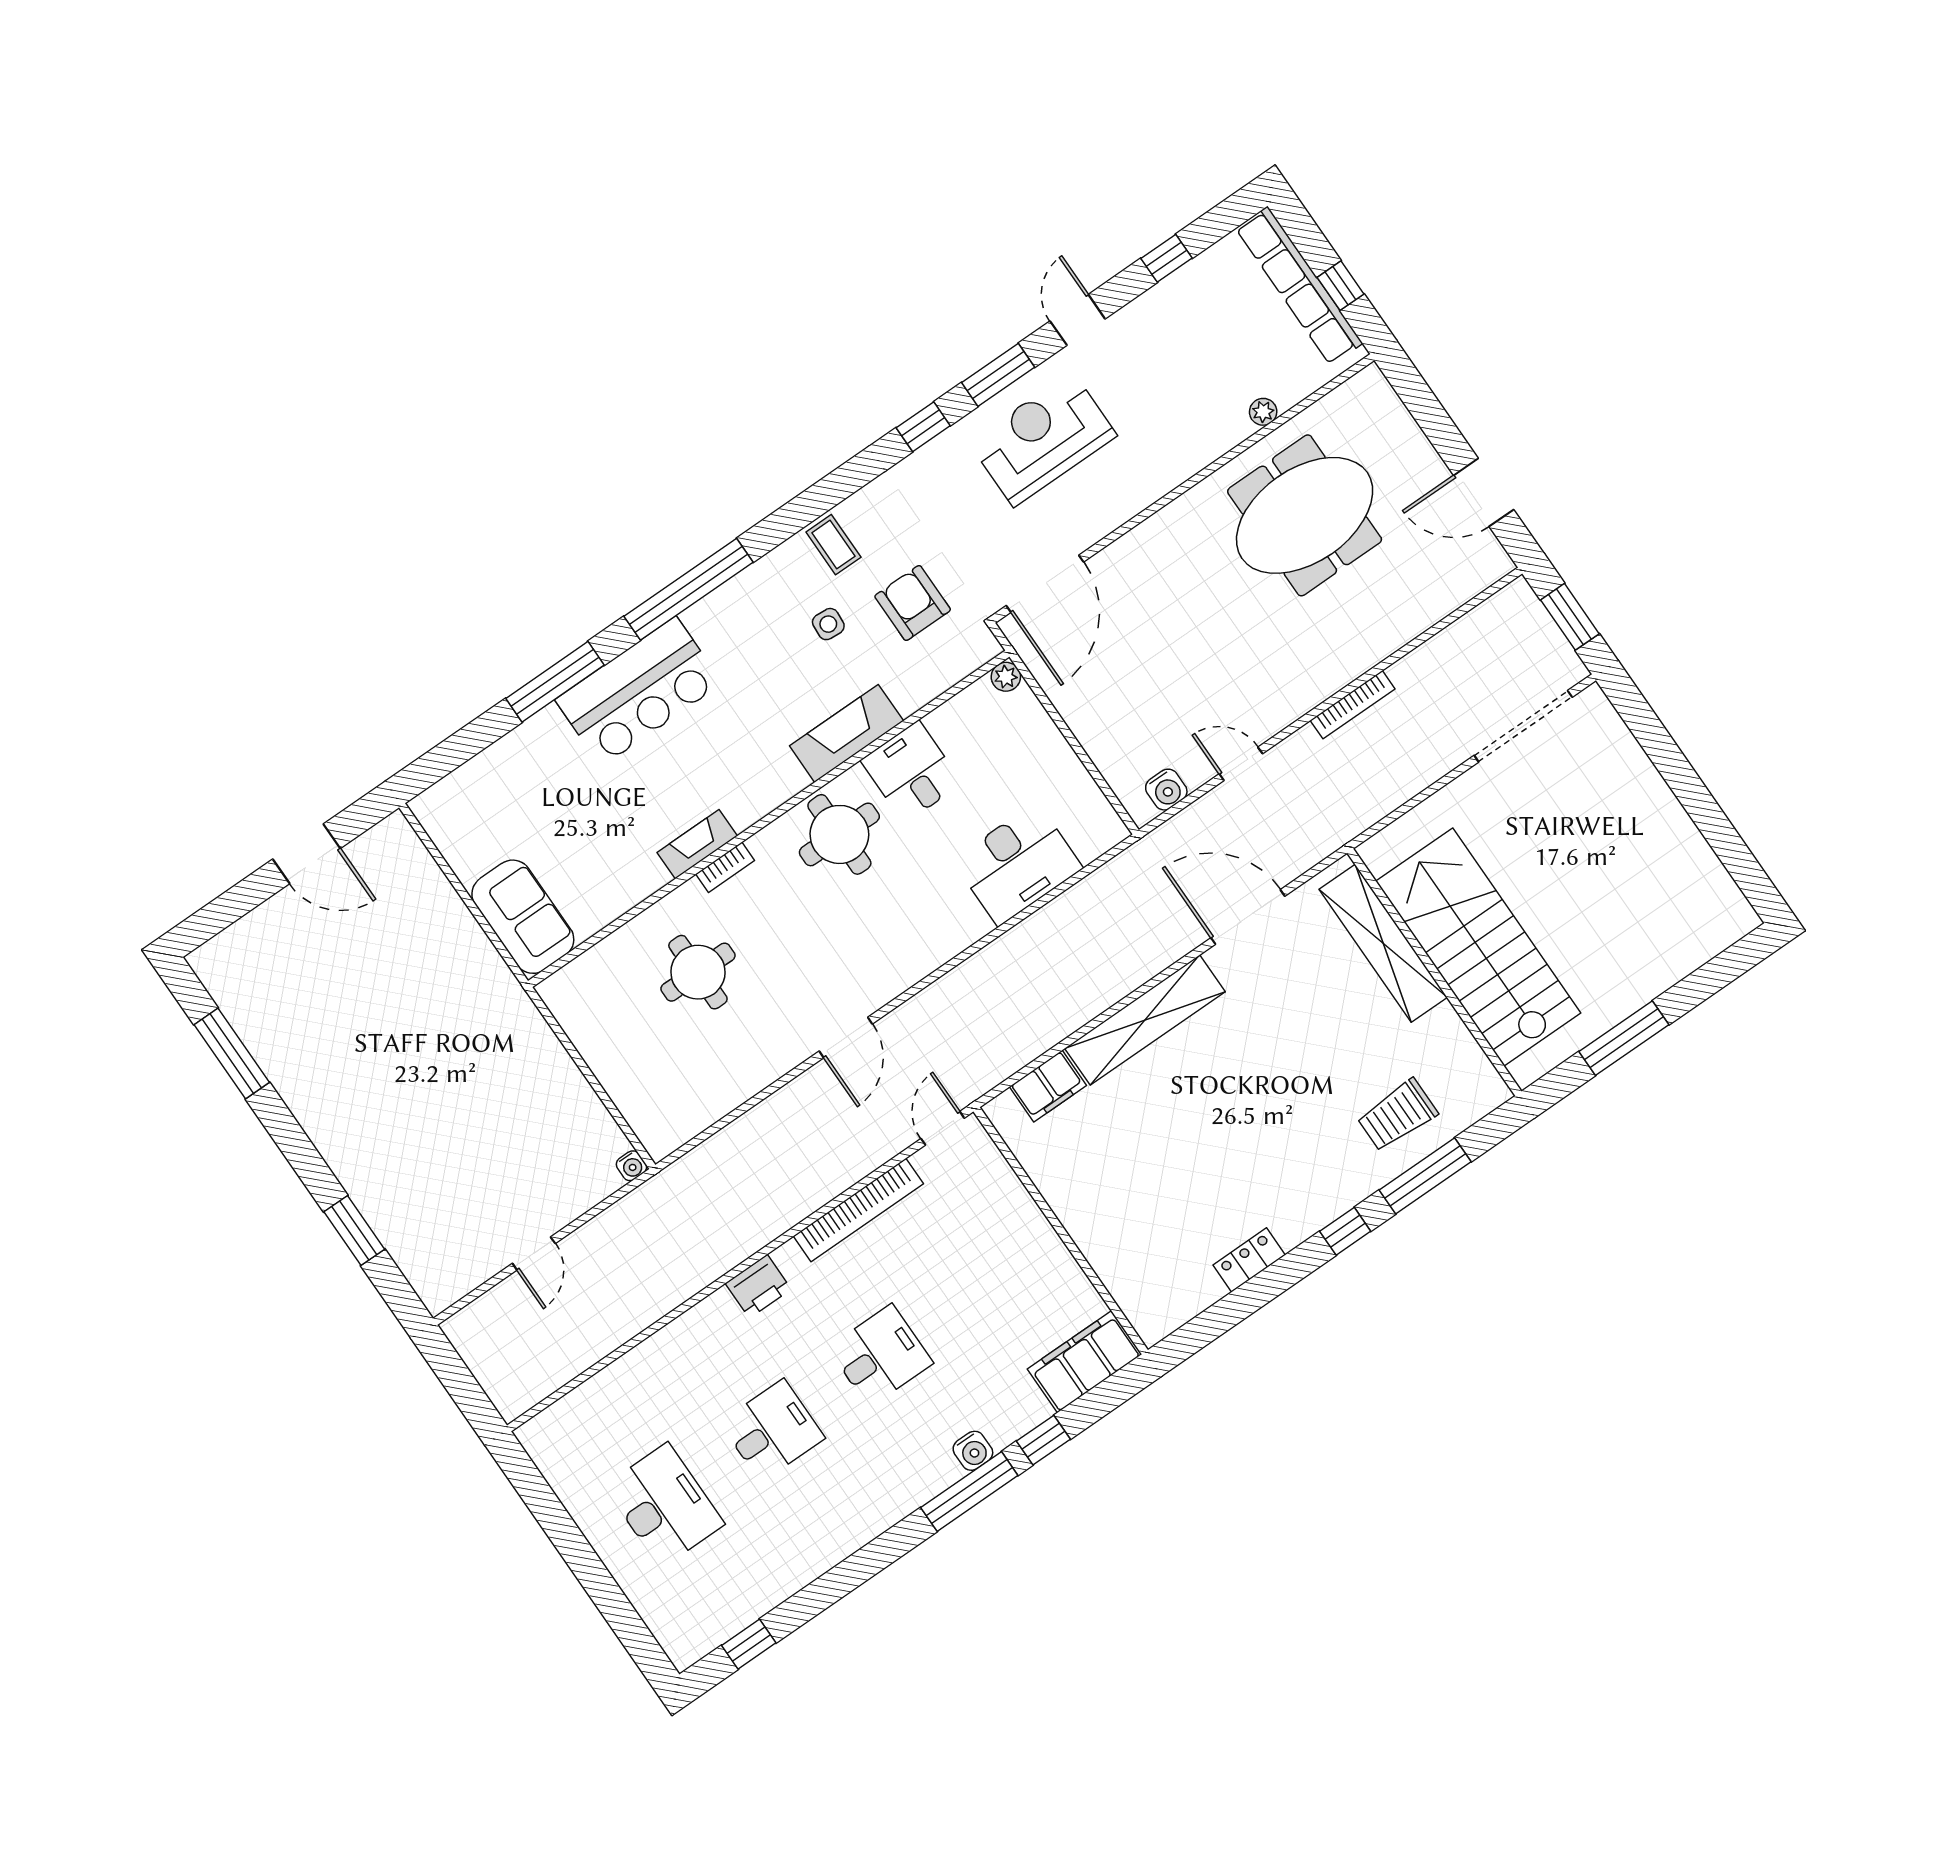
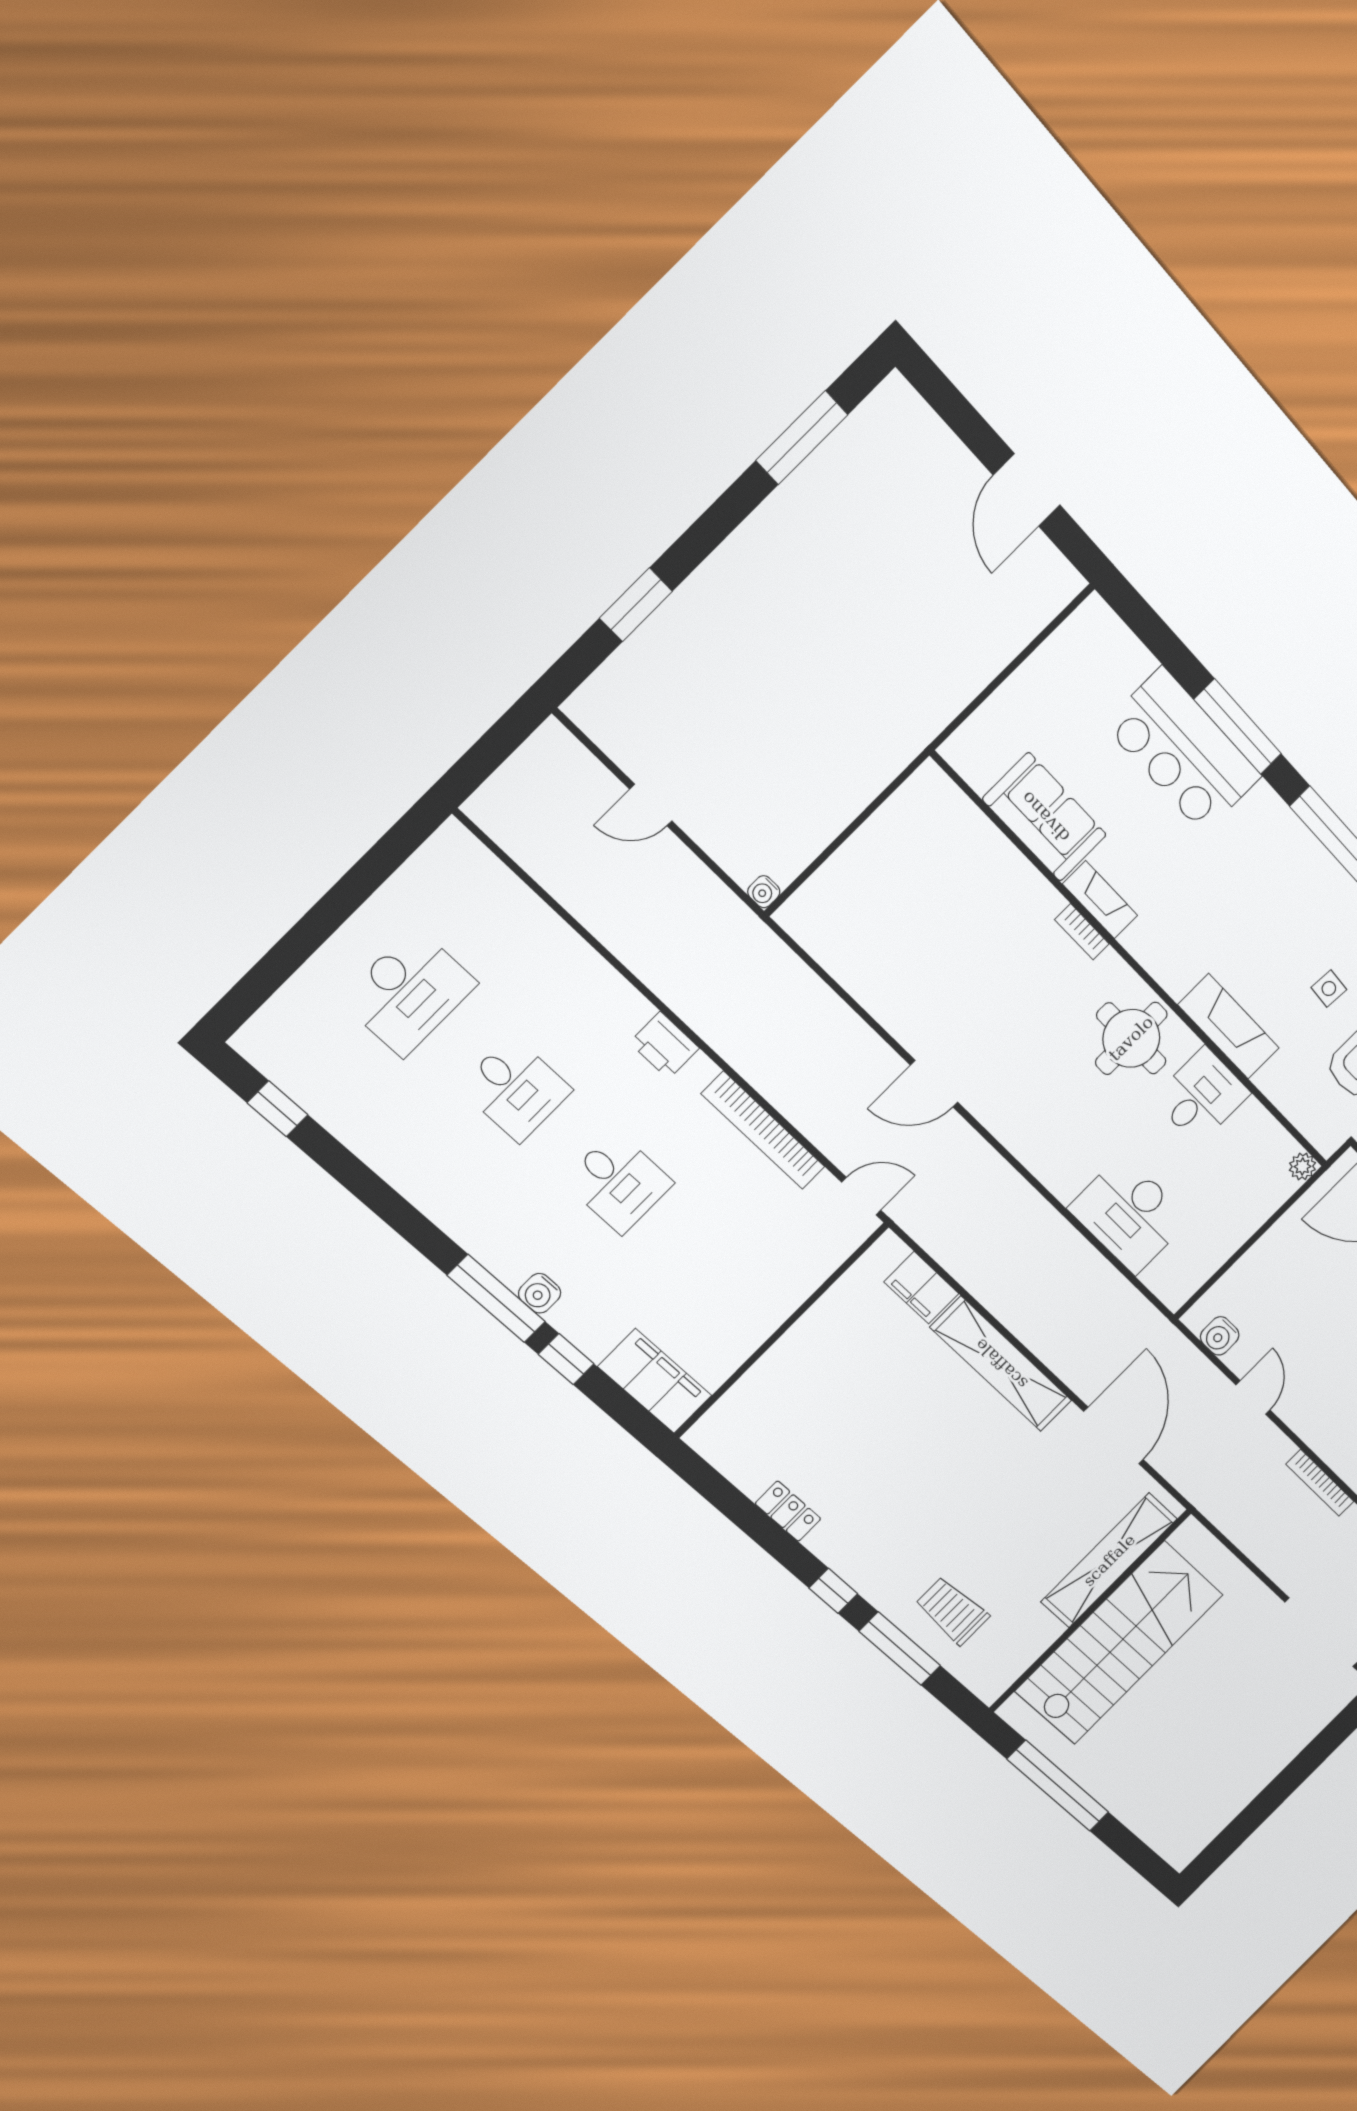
bar counter: (639, 691) -> (1183, 751), moved
sofa: (523, 917) -> (1045, 817), moved, turned -90
round table: (698, 972) -> (974, 924), removed
window: (1624, 1038) -> (1058, 1786), width x1.46

